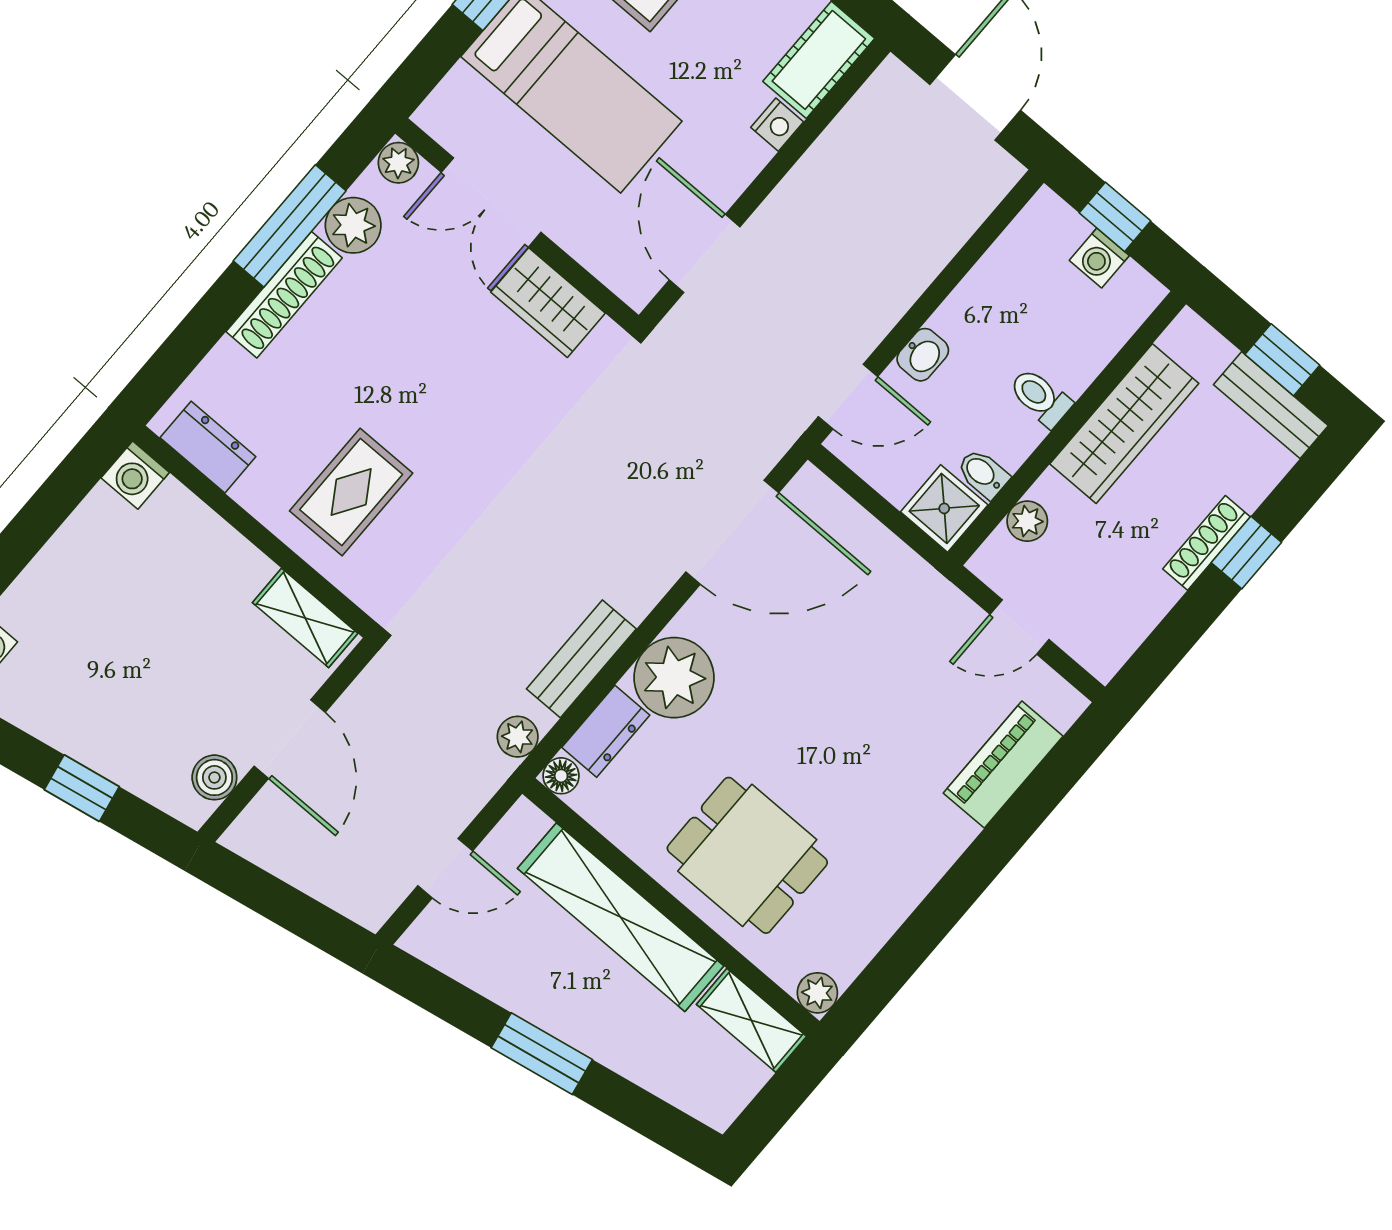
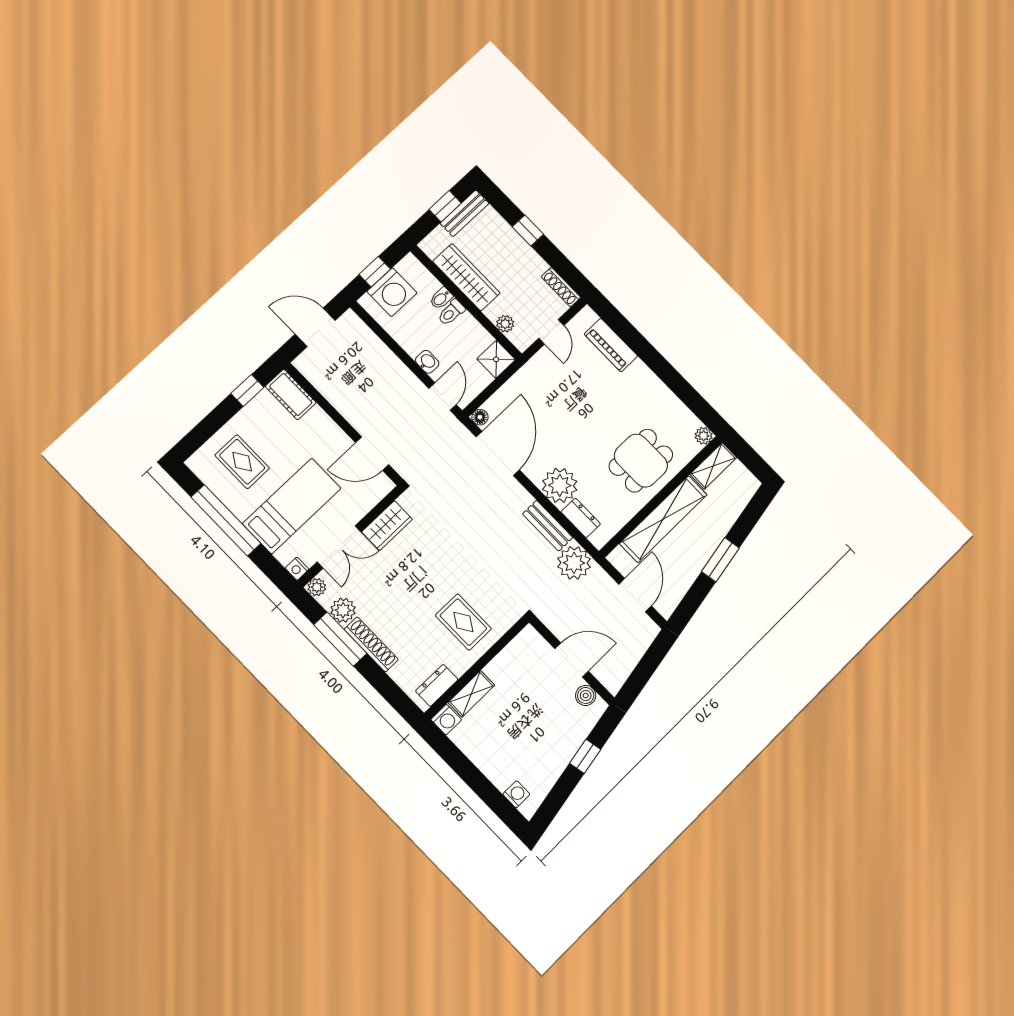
nightstand: (777, 125) -> (297, 569), moved, turned 180
washing machine: (1099, 258) -> (392, 292), width x1.89, depth x1.89
bidet: (983, 474) -> (441, 298), moved
shoe rack: (1207, 543) -> (561, 287), moved
shelving: (305, 618) -> (471, 694), moved
plant: (518, 737) -> (574, 563), width x1.87, depth x1.87
floor lamp: (561, 776) -> (480, 417), moved
door: (445, 868) -> (635, 595), width x1.38

